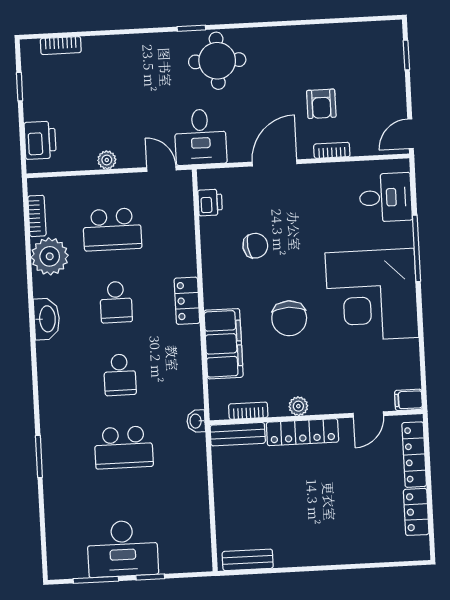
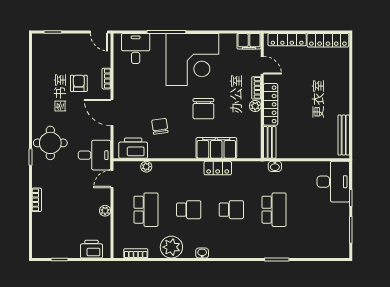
bookcase: (61, 46) -> (37, 200), moved
armchair: (321, 104) -> (79, 83), turned -90
printer: (210, 202) -> (133, 148), width x1.87, depth x1.48
plant: (185, 226) -> (146, 167), added
plant: (50, 256) -> (171, 247), moved
locker: (187, 301) -> (218, 168), moved
chair: (289, 318) -> (203, 109), turned 90
washbasin: (47, 319) -> (202, 253), width x0.52, depth x0.69
filing cabinet: (409, 400) -> (249, 41), width x2.00
bookcase: (248, 411) -> (256, 88), moved
washbasin: (196, 421) -> (275, 166), moved
locker: (416, 512) -> (328, 40), width x1.53
desk: (123, 549) -> (333, 182), moved
bench: (248, 560) -> (344, 135), width x1.36

